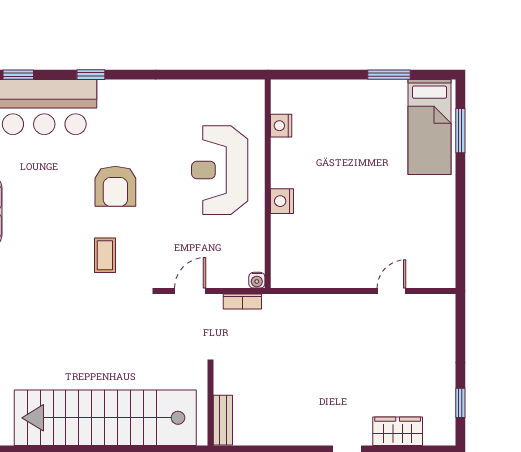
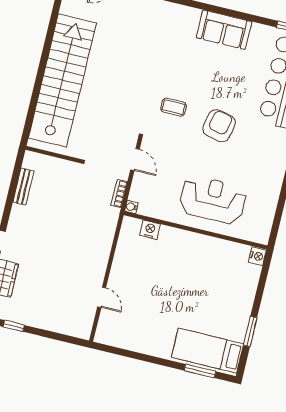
nightstand: (281, 126) -> (257, 256), moved, turned 90
armchair: (115, 186) -> (219, 126), turned 102
nightstand: (282, 201) -> (150, 230), moved
bench: (223, 420) -> (23, 187), moved, turned 90

